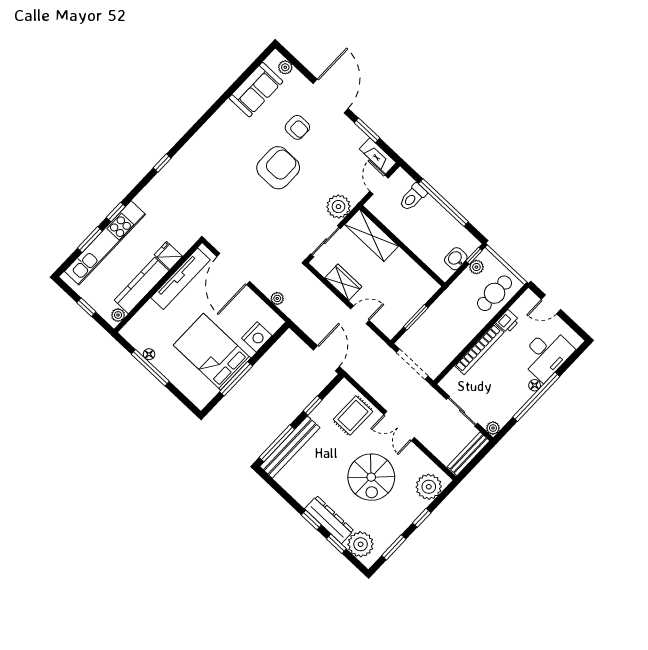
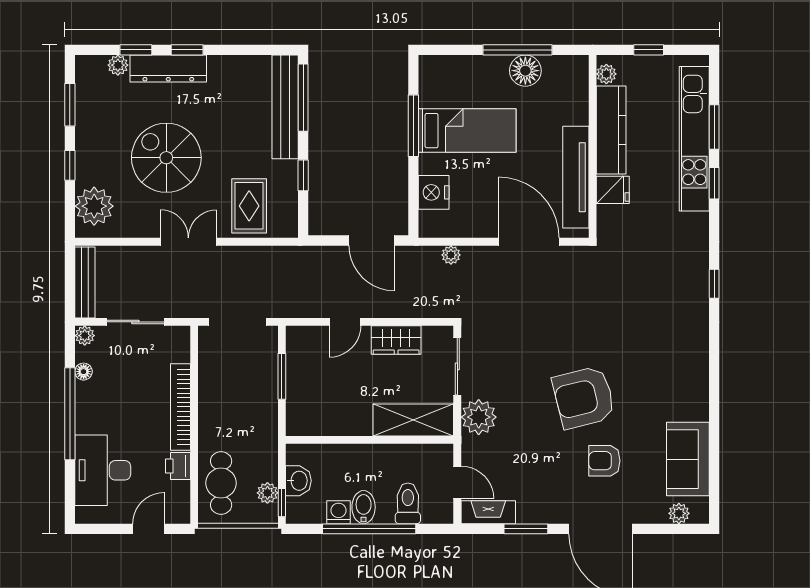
armchair: (278, 168) -> (584, 397), turned 76
bidet: (436, 216) -> (364, 507), added
washing machine: (451, 225) -> (339, 512), added
bed: (212, 352) -> (467, 131), width x0.67
floor lamp: (149, 354) -> (525, 71), width x1.89, depth x1.89
door: (326, 358) -> (371, 240), moved
floor lamp: (535, 385) -> (84, 372), moved
plant: (361, 544) -> (118, 65), width x0.53, depth x0.53

